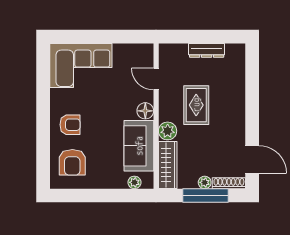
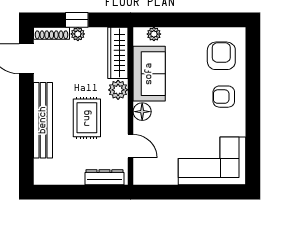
dresser: (207, 50) -> (104, 177), moved
bench: (237, 103) -> (43, 120), added
window: (206, 195) -> (77, 20), width x0.46

